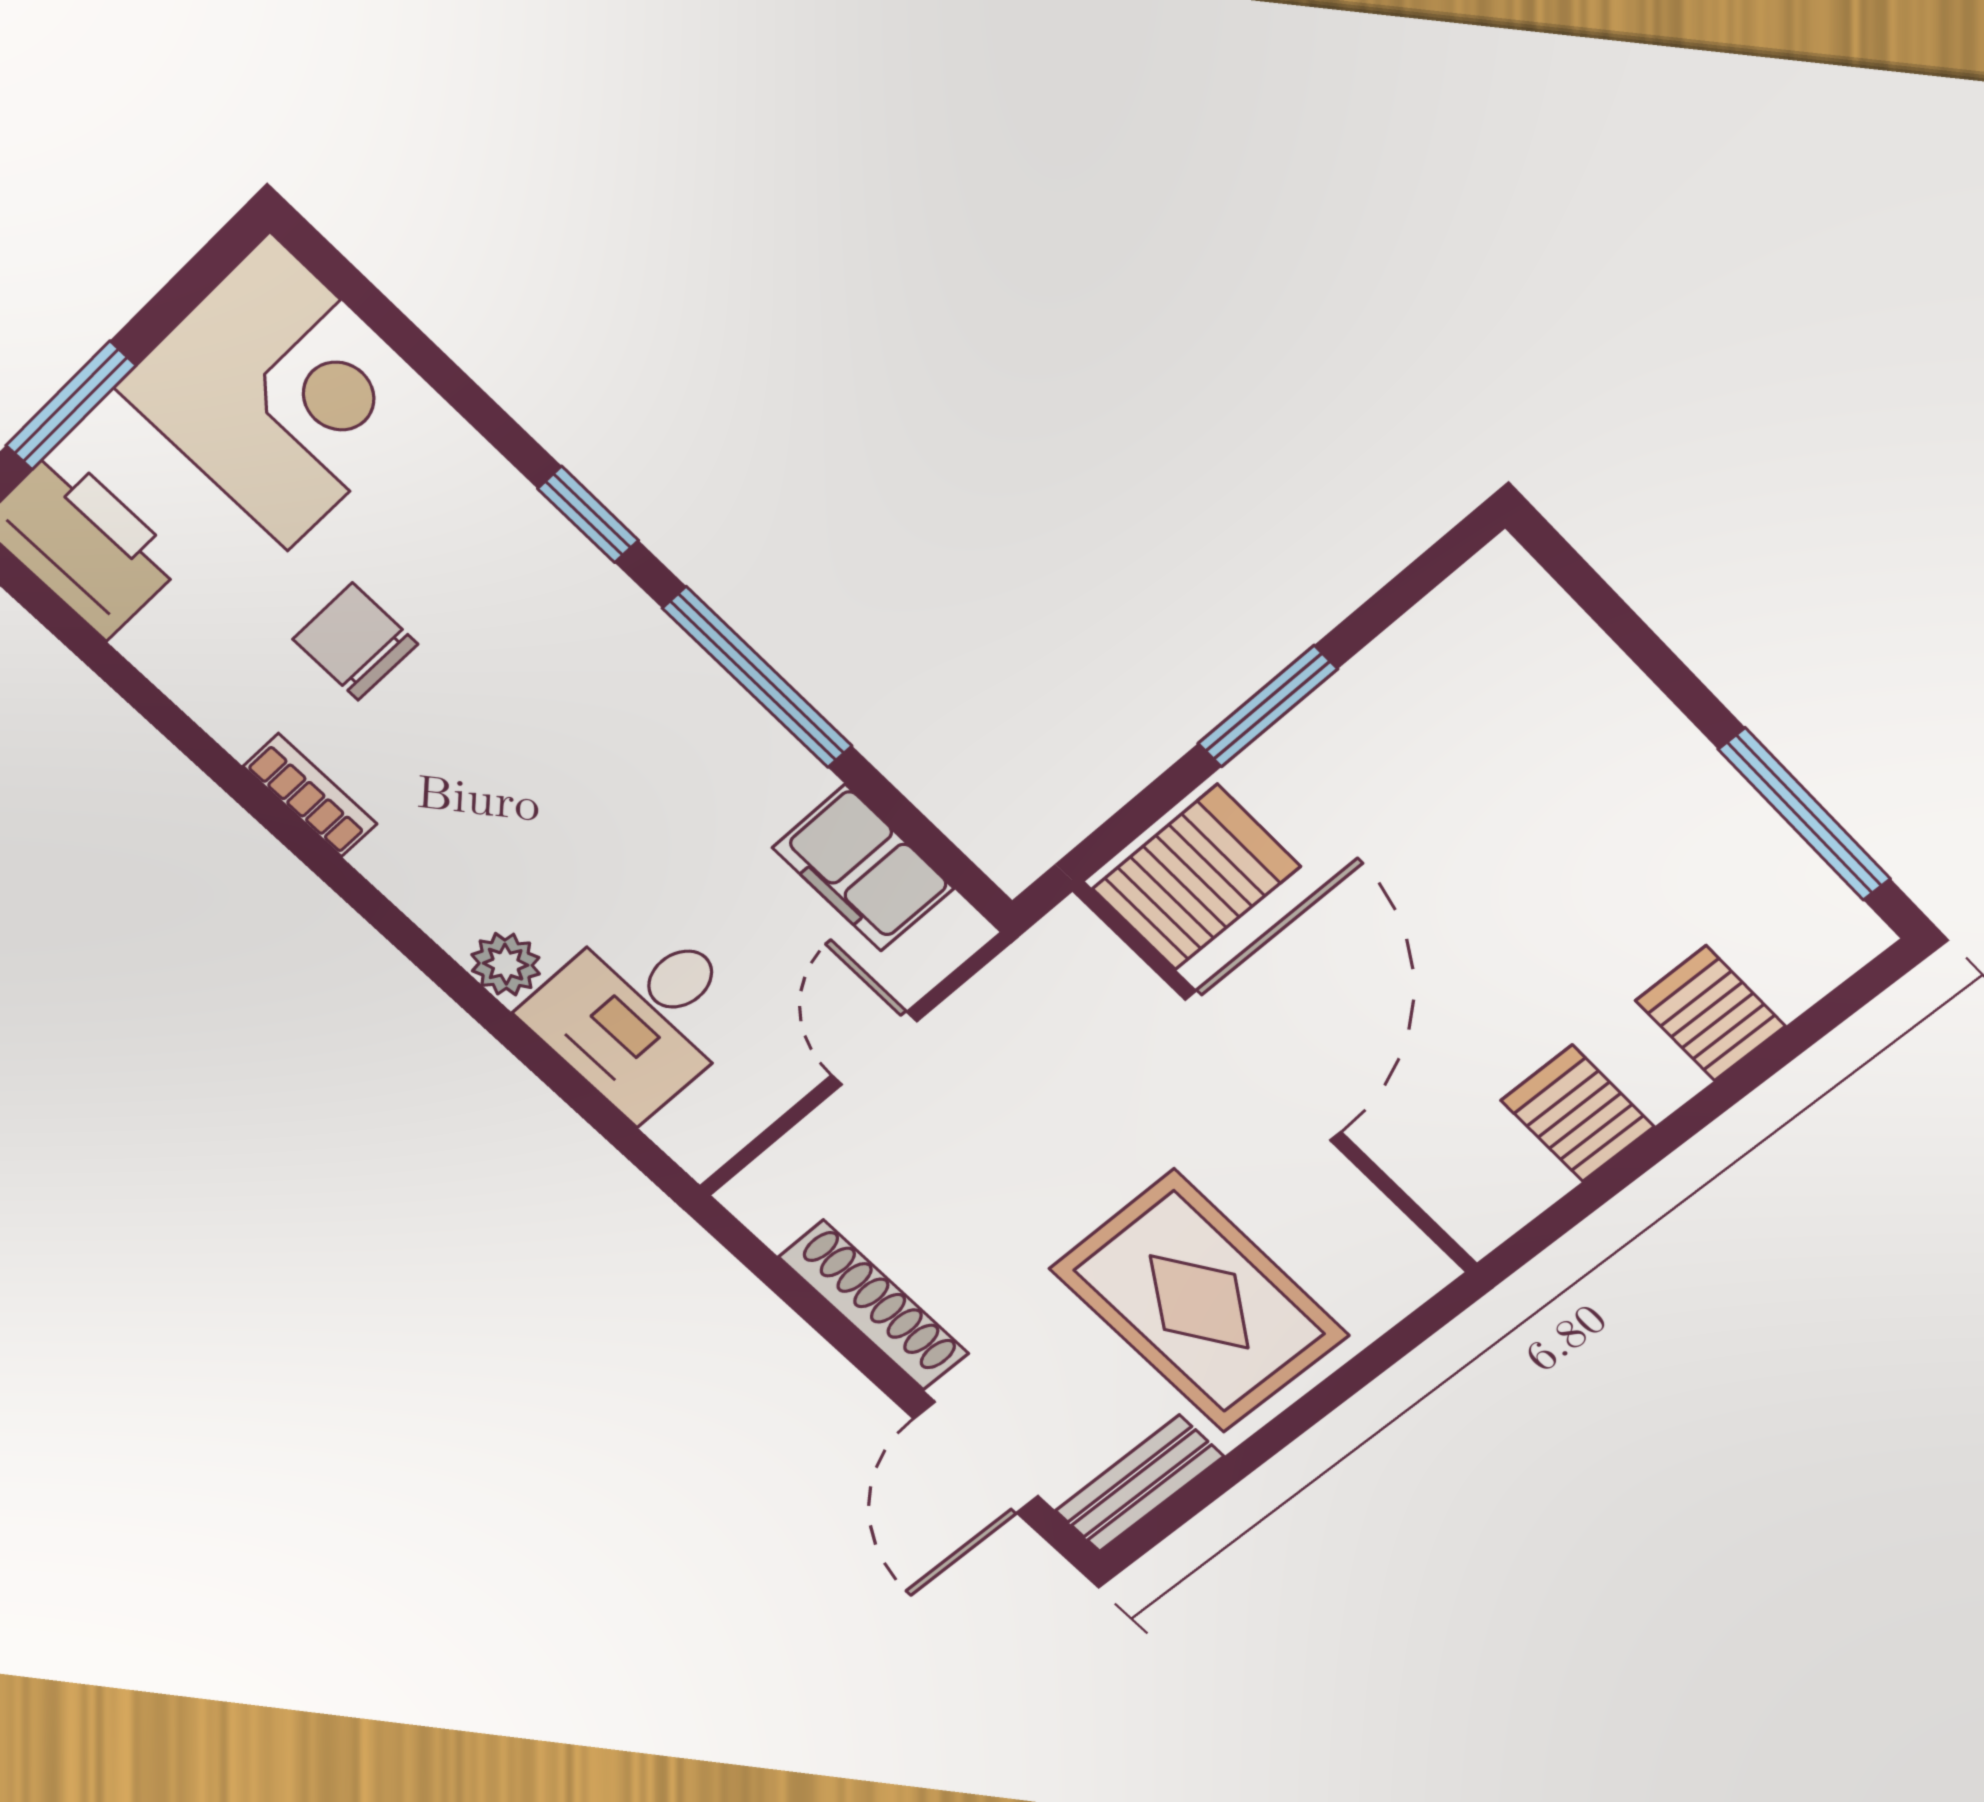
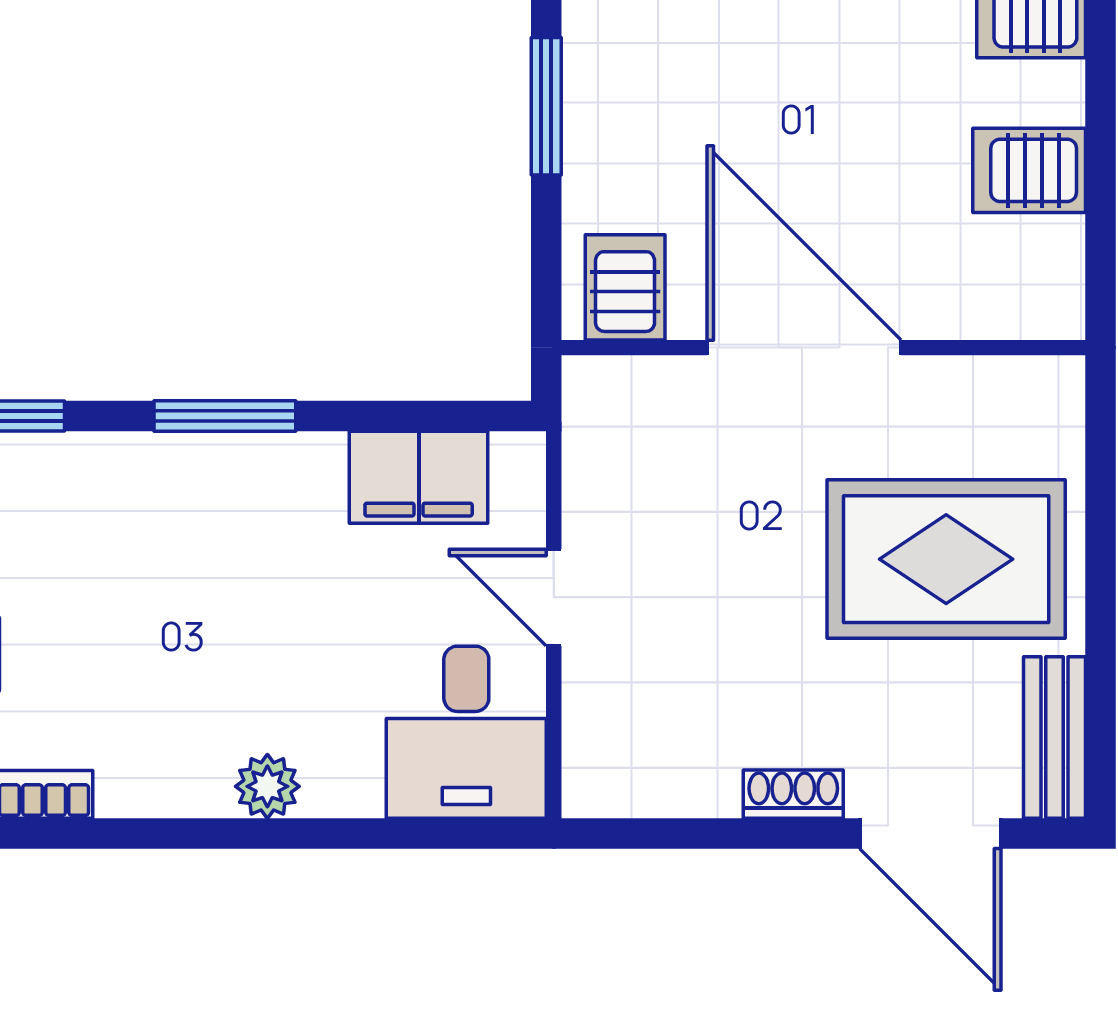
window: (758, 677) -> (225, 416), width x0.69
server rack: (1196, 878) -> (625, 287), width x0.73, depth x0.70
desk: (640, 1014) -> (466, 732), moved
shoe rack: (874, 1305) -> (793, 794), width x0.51, depth x0.81

